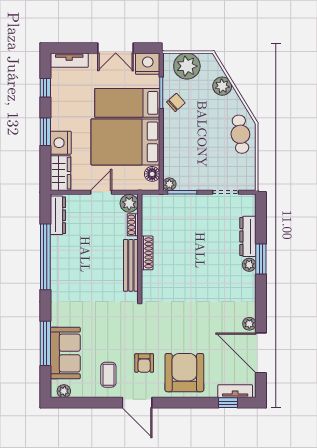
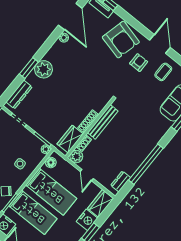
bed: (125, 142) -> (51, 192), width x0.67
side table: (185, 145) -> (20, 164), added
door: (101, 192) -> (87, 175), hinge flipped
dresser: (58, 215) -> (121, 181), width x0.70
wardrobe: (152, 217) -> (70, 139), added
dresser: (248, 236) -> (19, 94), moved
plant: (249, 265) -> (44, 69), width x1.88, depth x1.88
armchair: (184, 373) -> (121, 40), turned -76

